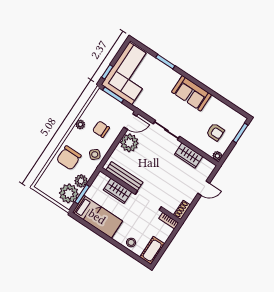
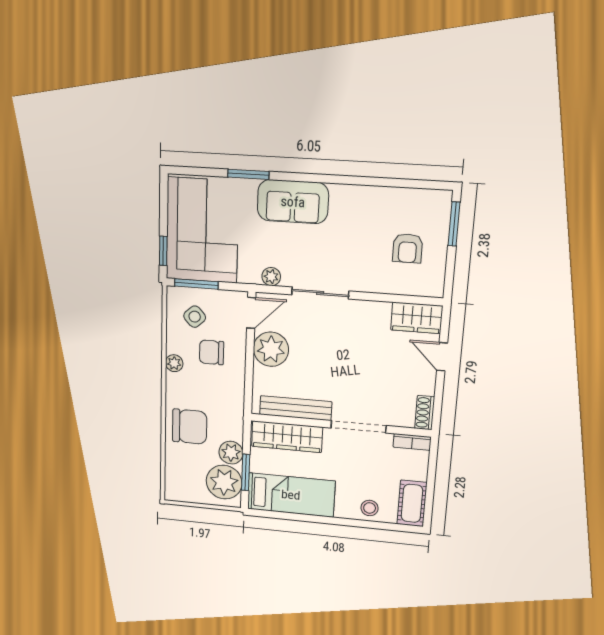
sofa: (191, 93) -> (293, 202), moved
armchair: (215, 132) -> (408, 248), turned 90
side table: (95, 154) -> (195, 317), moved
wardrobe: (189, 156) -> (417, 318), moved
plant: (217, 156) -> (271, 277), moved
chair: (69, 158) -> (190, 427), turned -90
door: (204, 188) -> (442, 357), swing flipped
wardrobe: (117, 191) -> (287, 437), width x1.50

